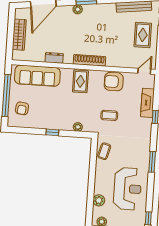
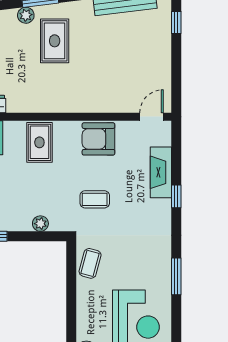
rug: (143, 35) -> (55, 41), moved
shoe rack: (89, 60) -> (53, 104), removed

